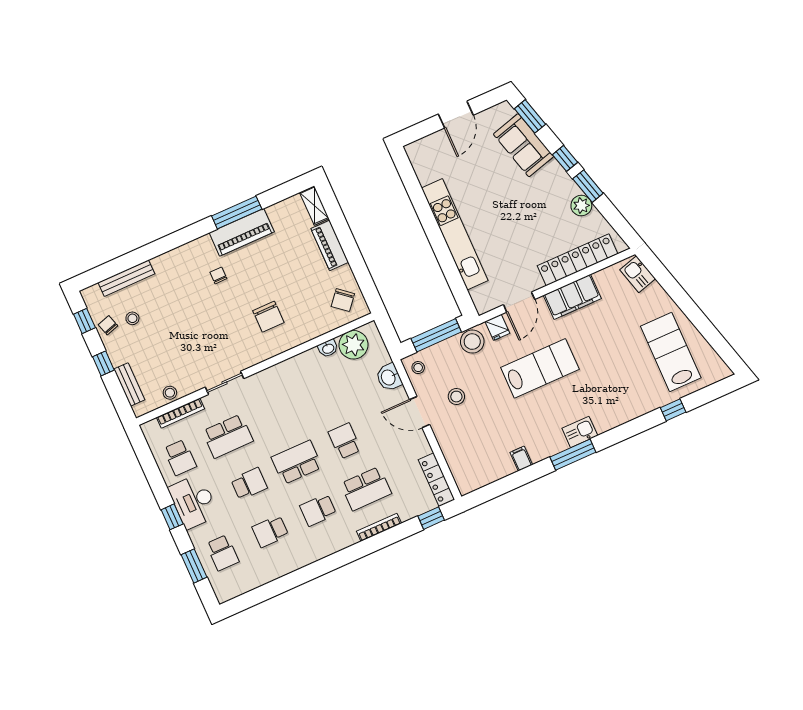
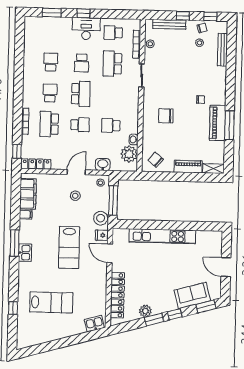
filing cabinet: (572, 297) -> (28, 194), moved, turned 180
lab bench: (671, 352) -> (51, 302), moved
bench: (129, 384) -> (169, 24), width x1.36
school desk: (223, 553) -> (111, 126), moved

